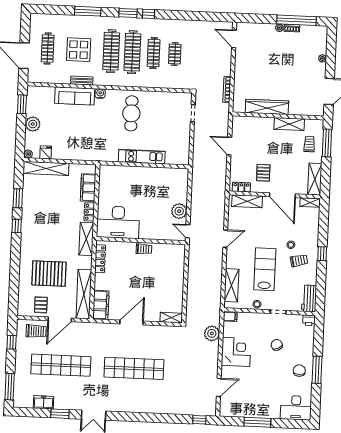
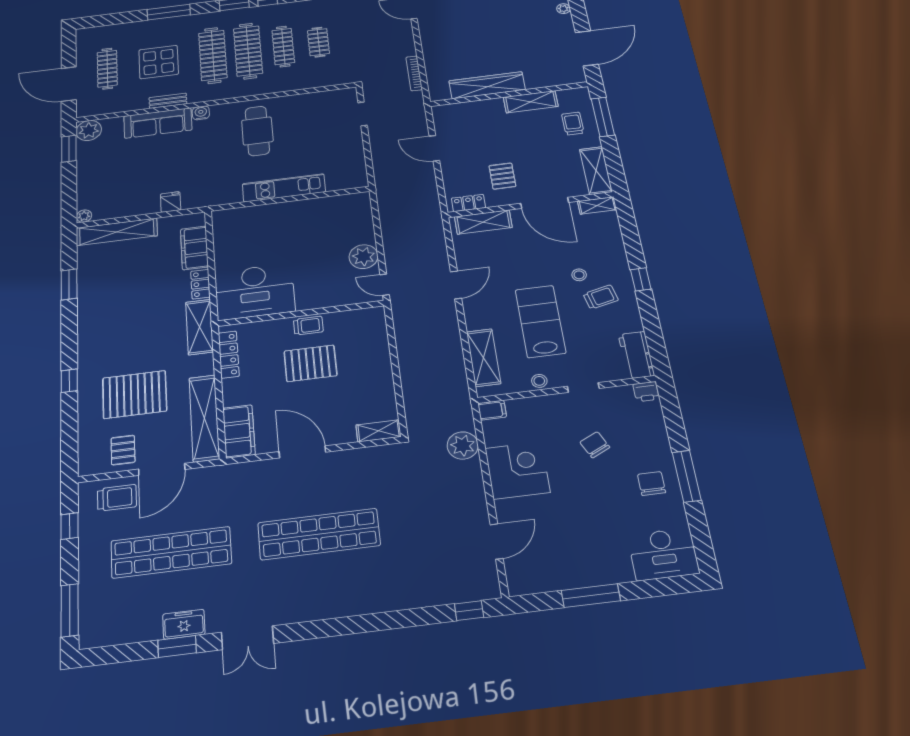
plant: (33, 124) -> (89, 130), moved
fridge: (46, 152) -> (171, 202), moved
window: (17, 226) -> (69, 381), moved
pallet: (142, 272) -> (310, 363), added
door: (132, 322) -> (302, 452), hinge flipped
freezer: (44, 402) -> (184, 624), moved

